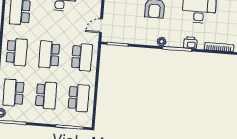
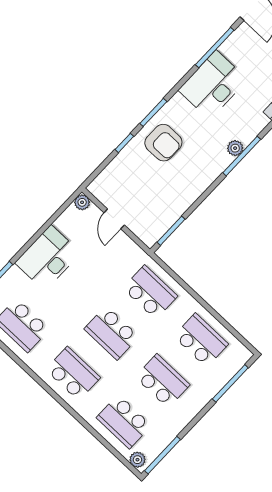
door: (101, 26) -> (114, 219), moved
plant: (162, 42) -> (235, 148), moved
printer: (190, 43) -> (248, 132), removed

